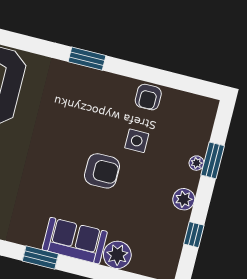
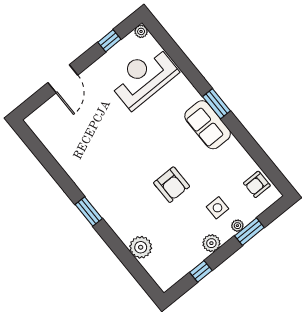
armchair: (148, 97) -> (257, 184), moved
side table: (137, 141) -> (218, 208), moved
sofa: (75, 241) -> (208, 125), moved, turned 180

